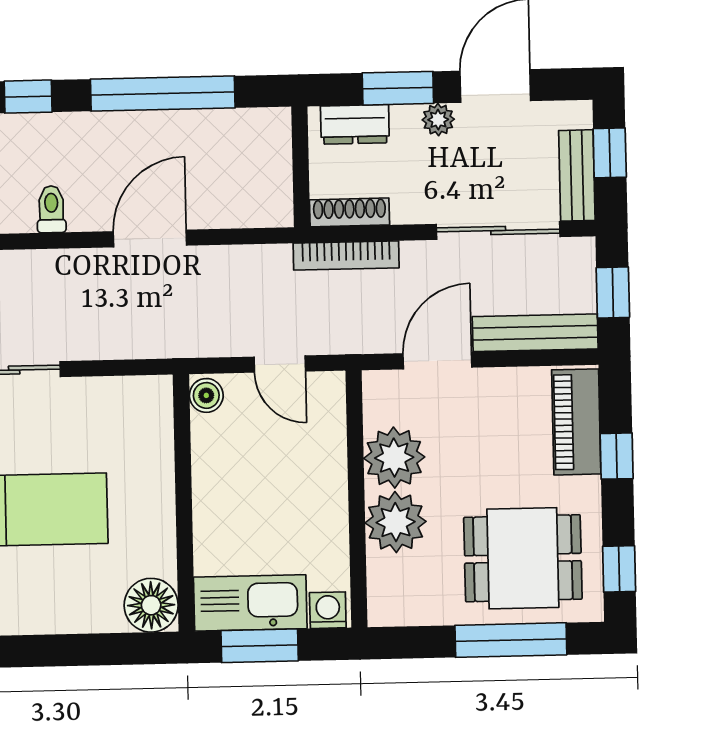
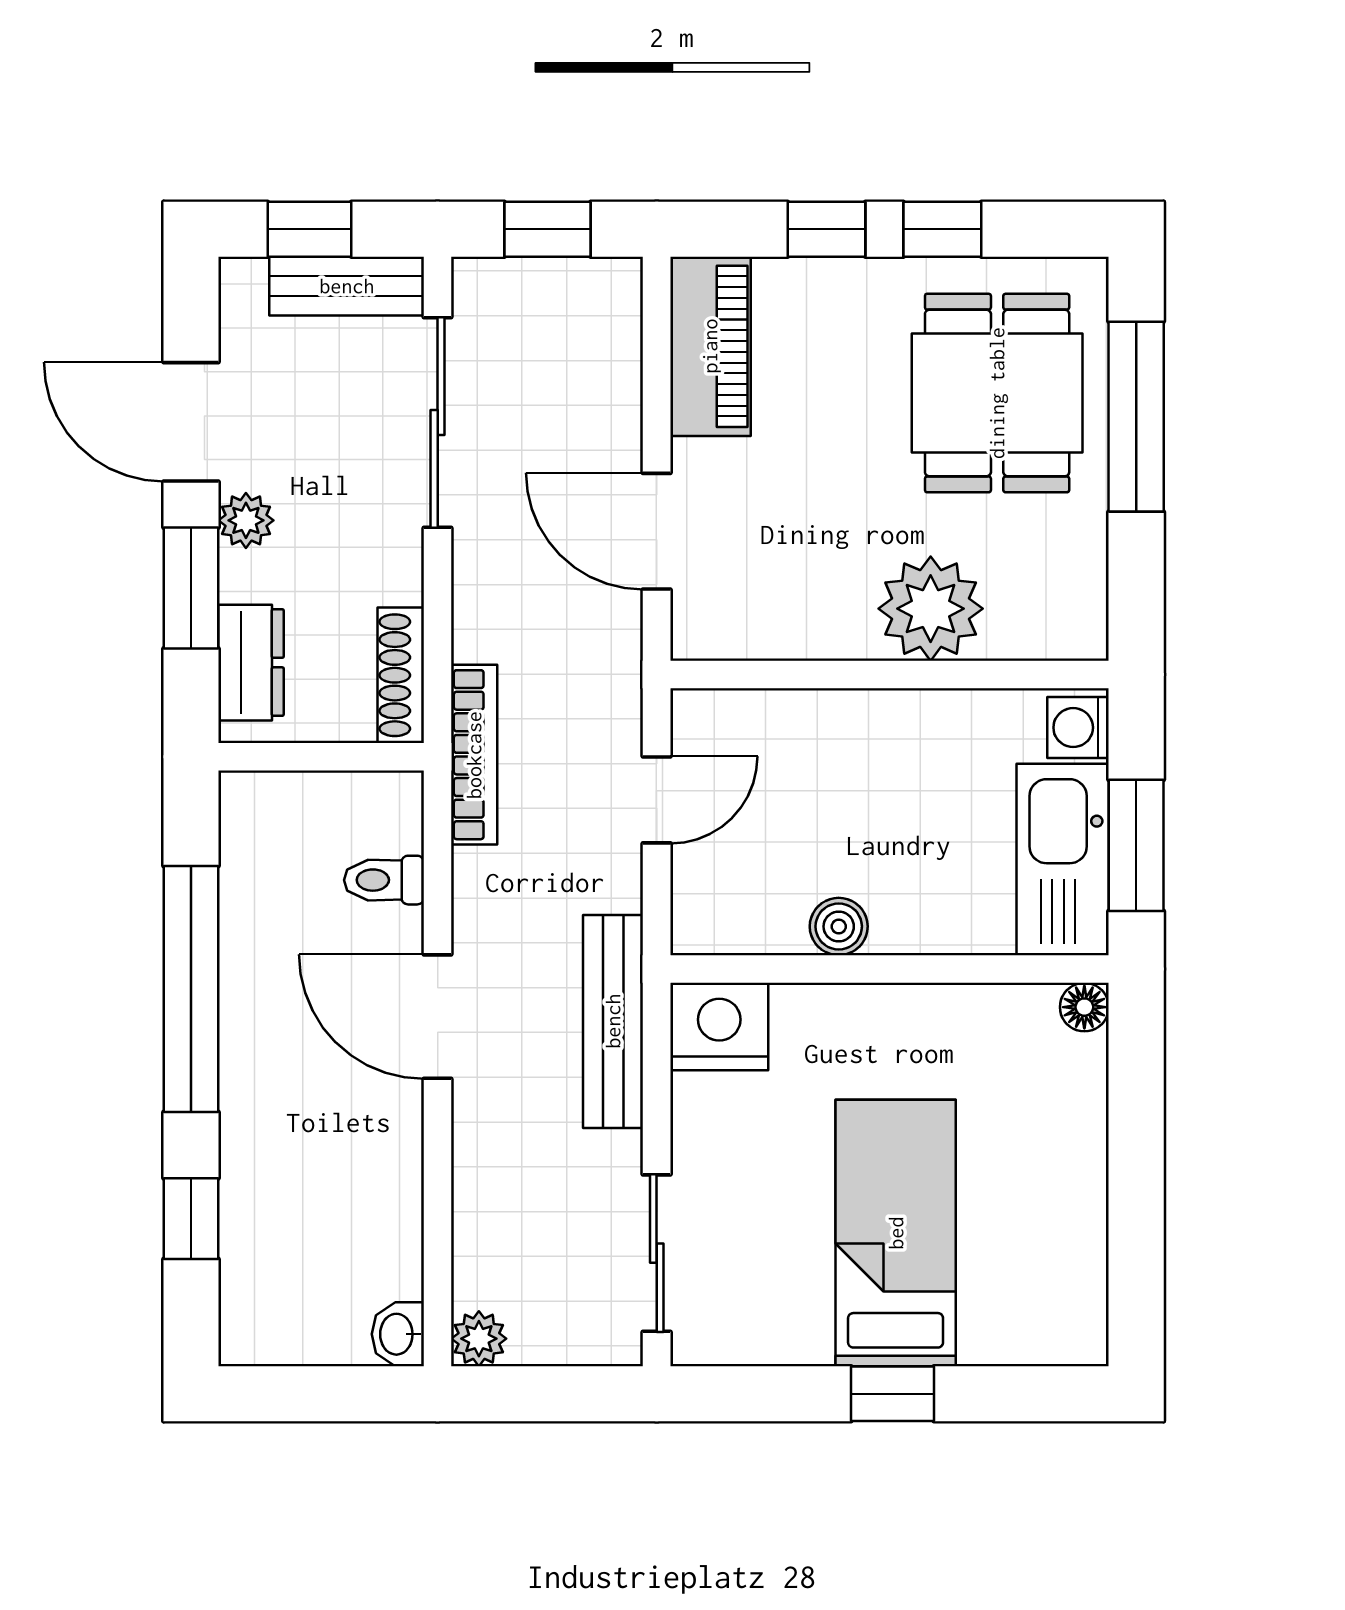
toilet: (51, 209) -> (384, 880), moved
bookcase: (346, 256) -> (474, 755), moved
bench: (535, 333) -> (613, 1021), moved
boiler: (206, 395) -> (839, 926), moved
nightstand: (148, 404) -> (719, 1027), added
piano: (576, 422) -> (710, 346), moved, turned -90
plant: (394, 458) -> (821, 609), removed
window: (619, 569) -> (942, 229), moved
floor lamp: (151, 605) -> (1084, 1007), width x0.53, depth x0.53

